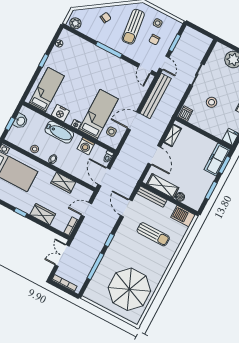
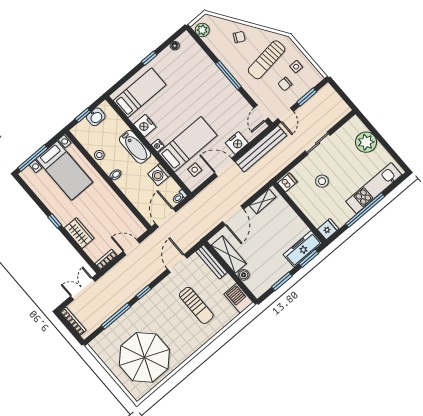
nightstand: (135, 99) -> (237, 143), added
wardrobe: (63, 183) -> (117, 206), removed

